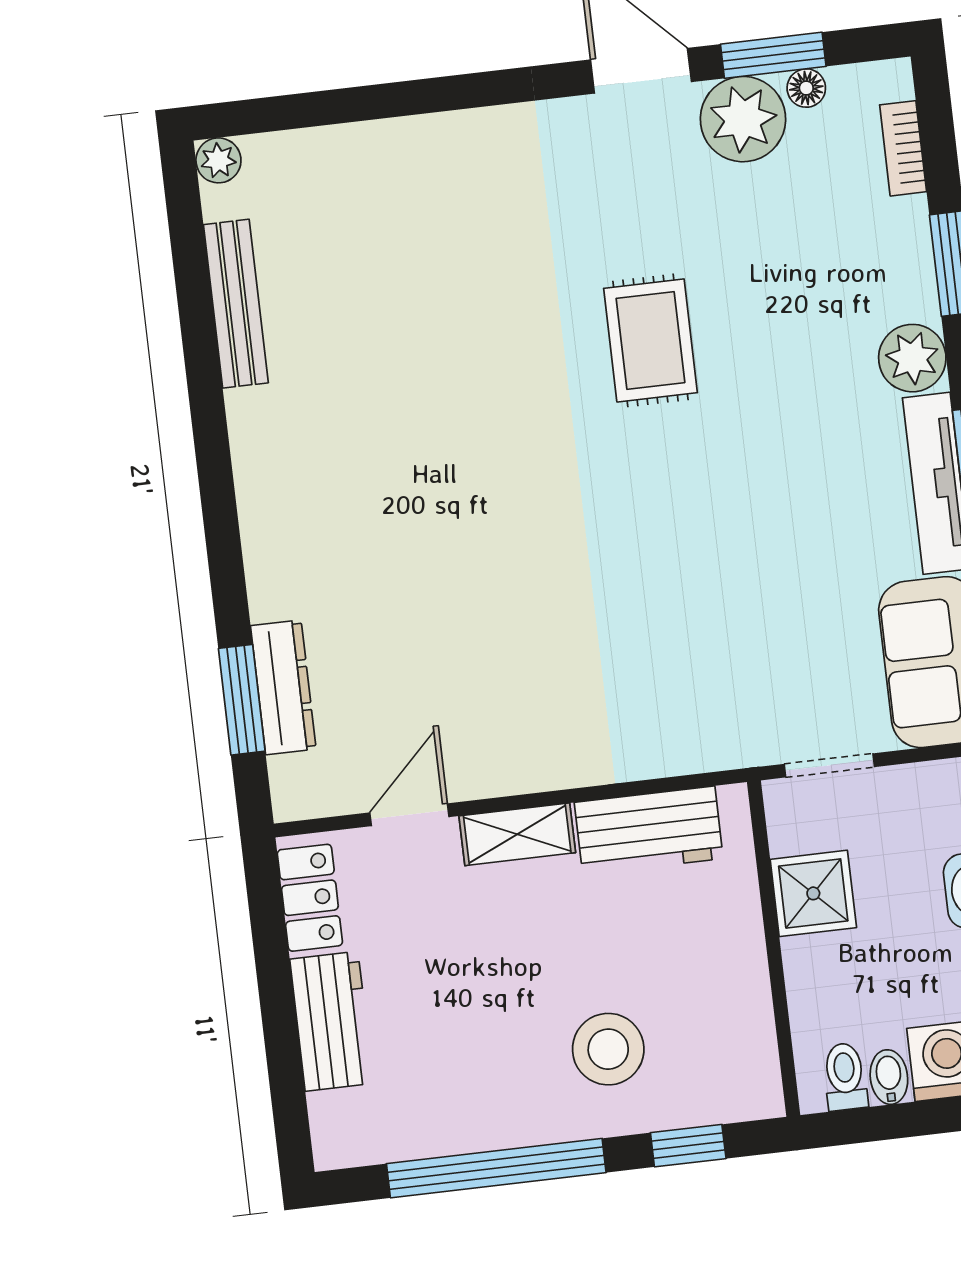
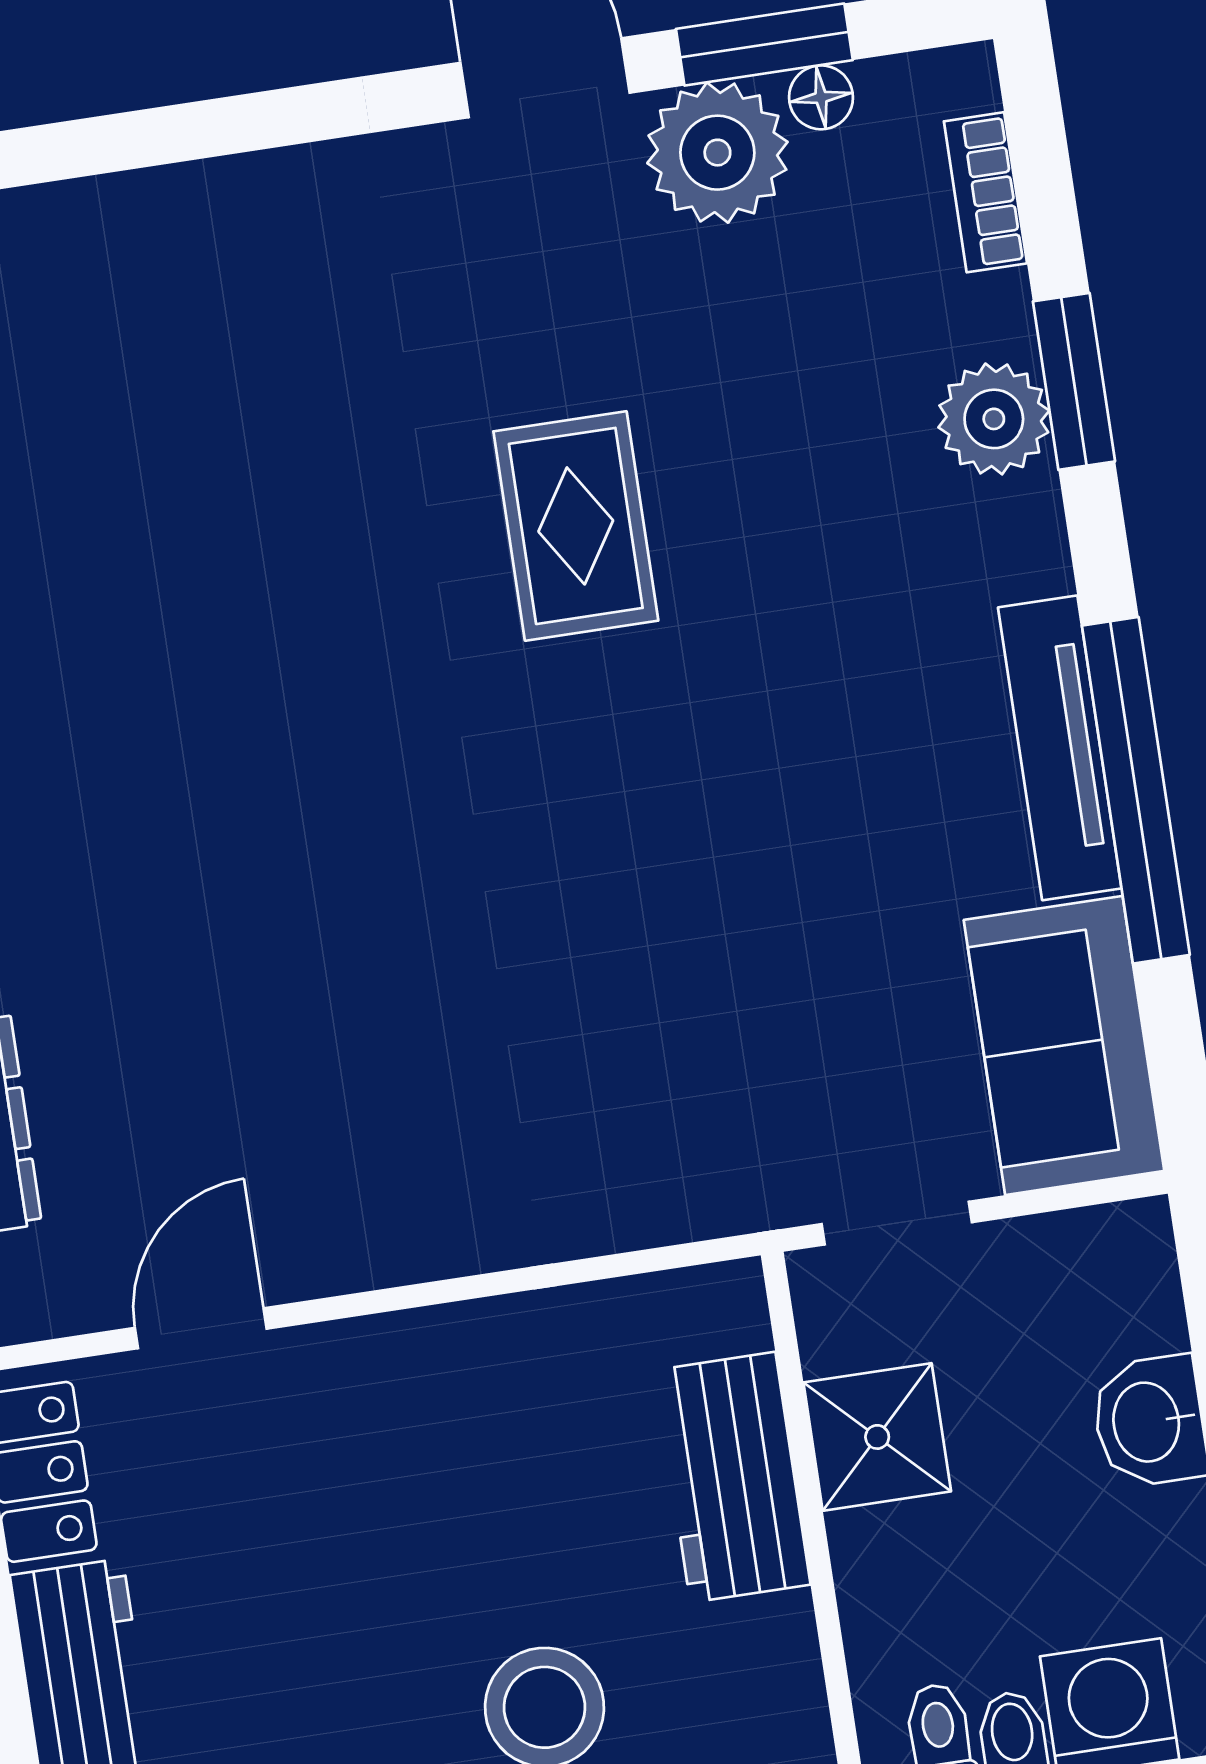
plant: (912, 358) -> (994, 419), moved
workbench: (649, 830) -> (733, 1477), moved, turned 90
shelving: (517, 834) -> (381, 1355), removed

